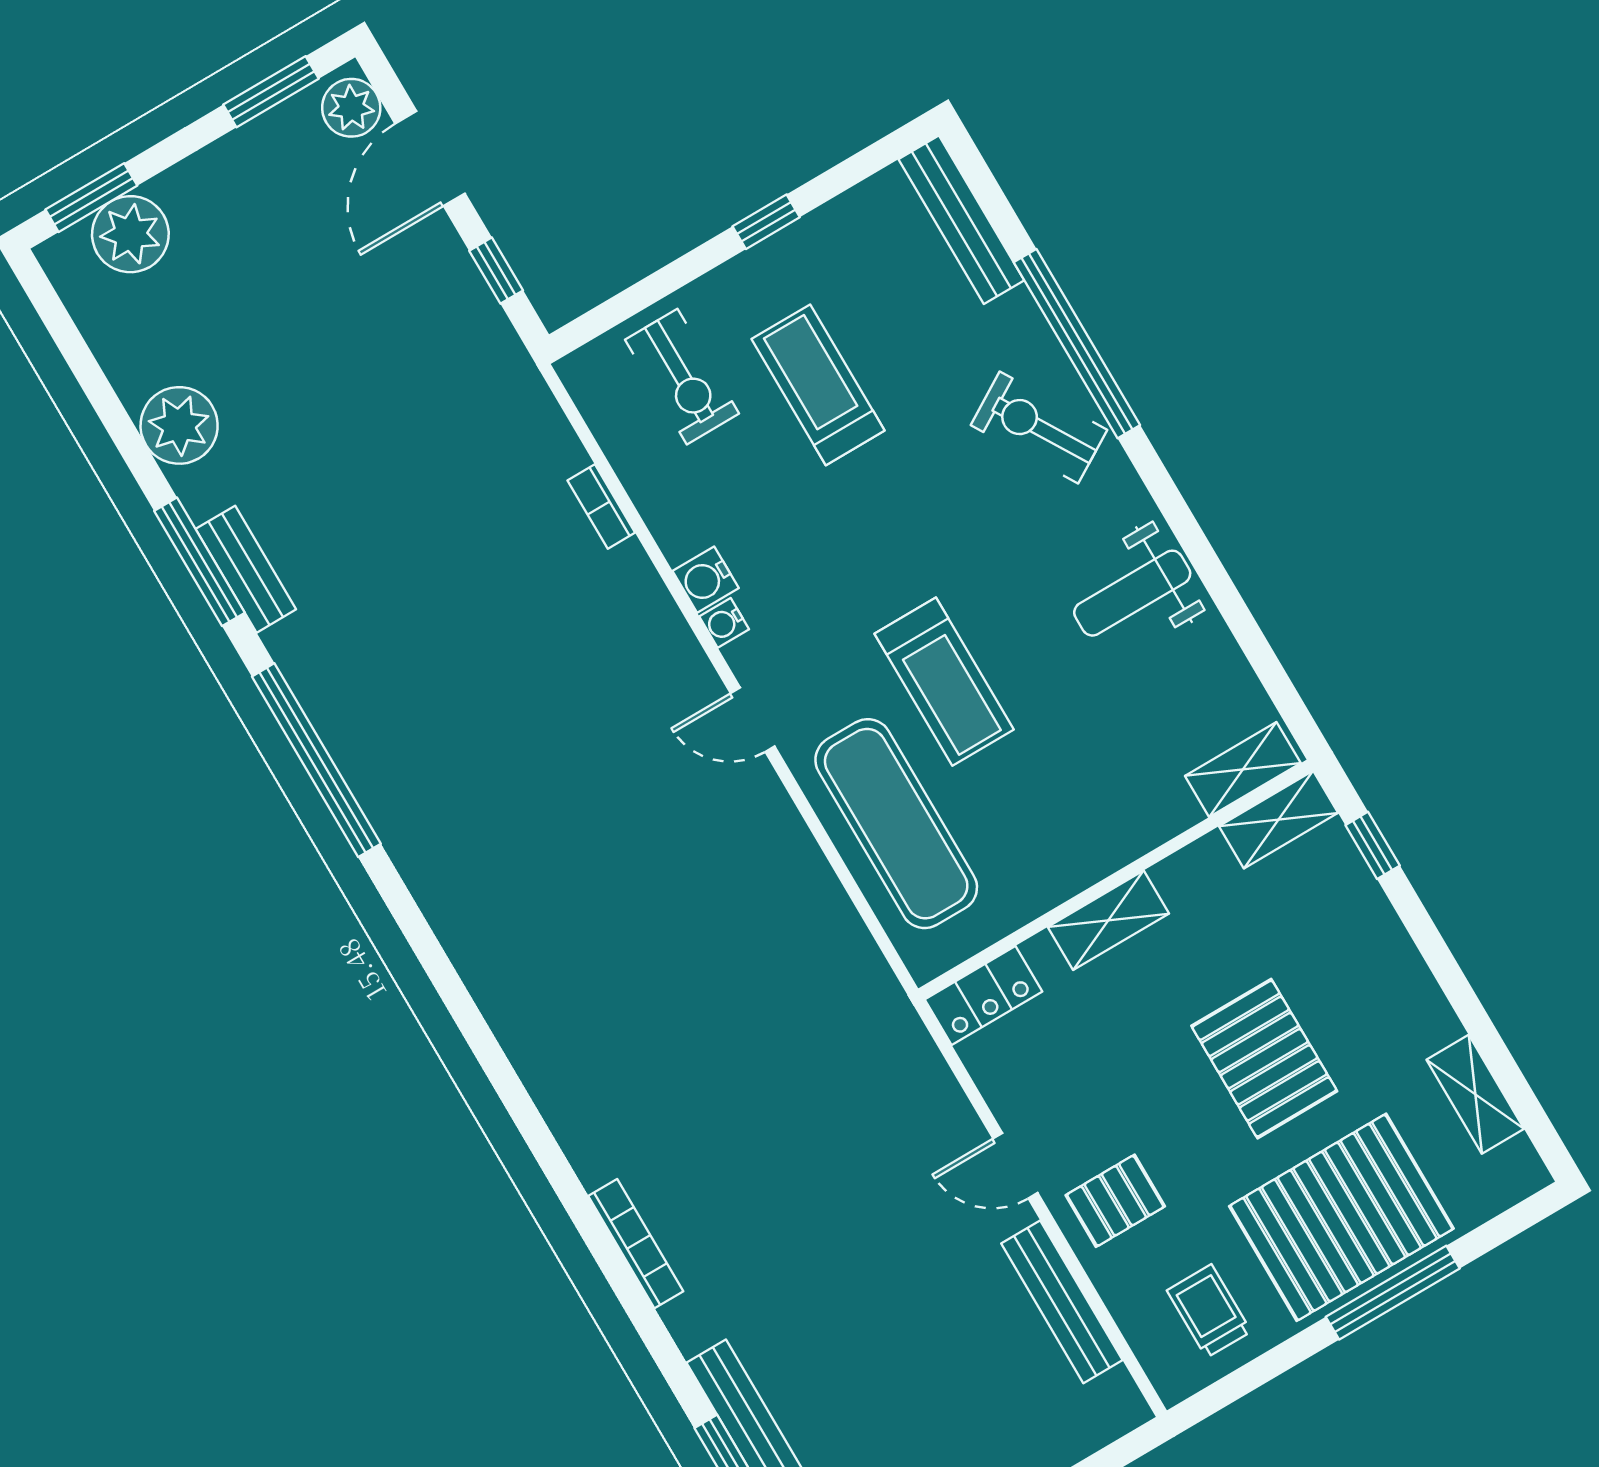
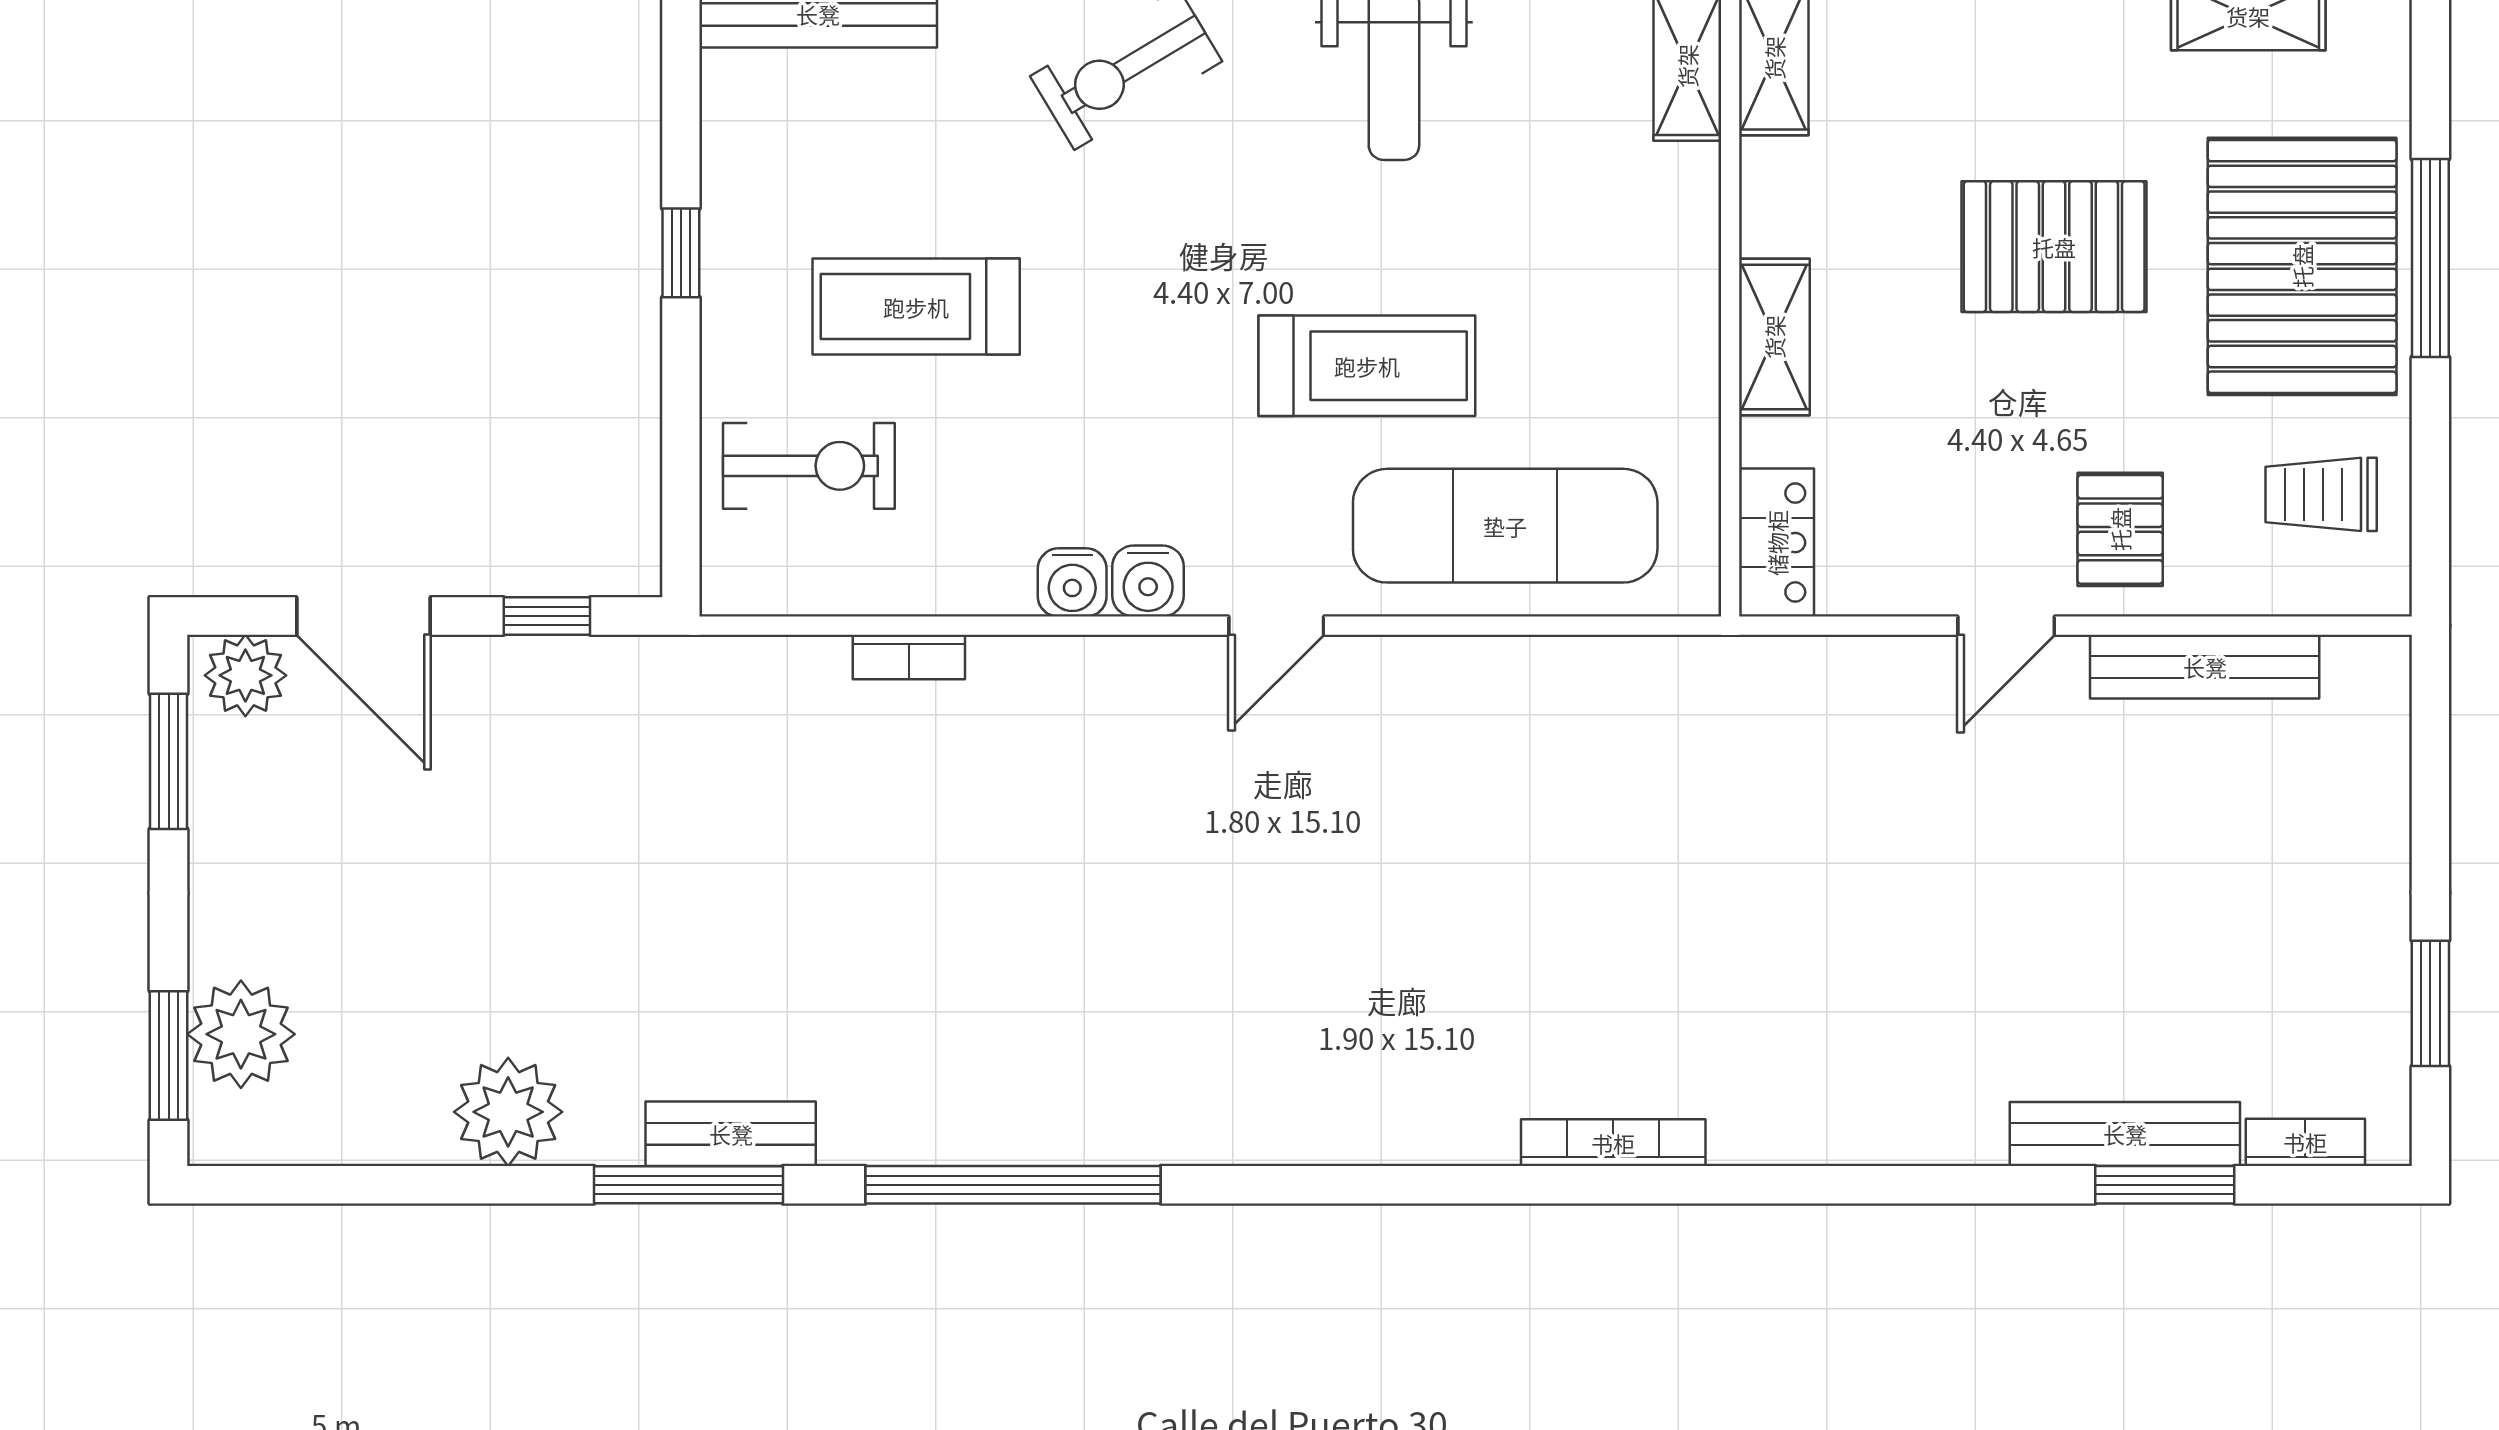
water cooler: (724, 623) -> (1148, 581), width x1.38, depth x1.38
bookcase: (636, 1244) -> (1613, 1143), moved

